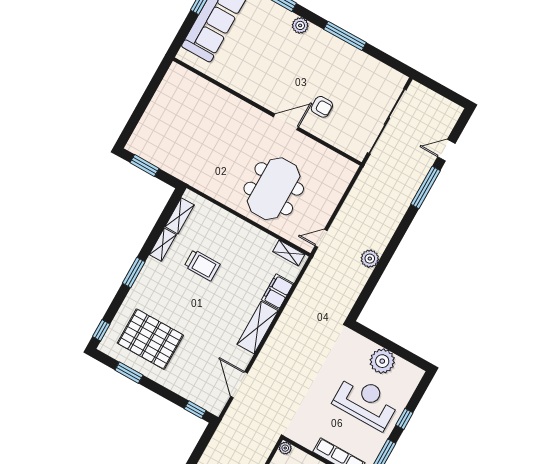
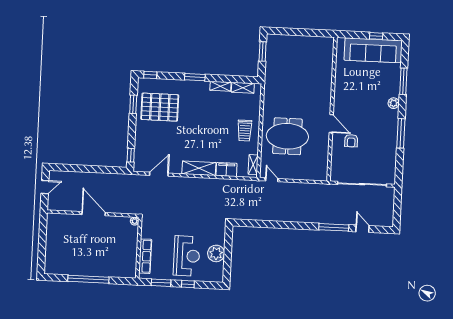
plant: (370, 259) -> (274, 215), removed
trolley: (202, 265) -> (245, 130), moved
pallet: (150, 339) -> (160, 107), turned 90

